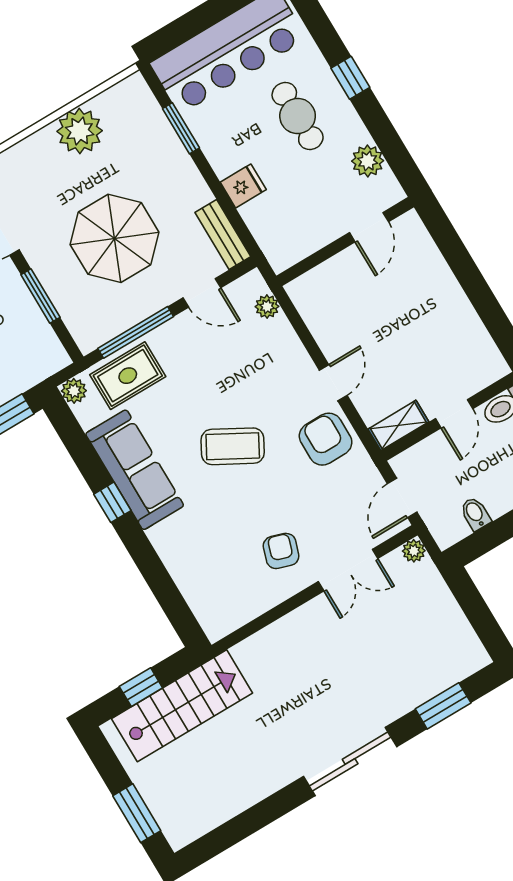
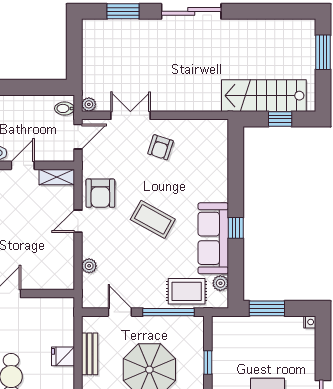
bench: (223, 235) -> (90, 354), moved
window: (40, 296) -> (208, 362), width x0.67
plant: (267, 307) -> (89, 266), moved
plant: (74, 391) -> (220, 283), moved
bidet: (475, 514) -> (64, 108), moved, turned 90

